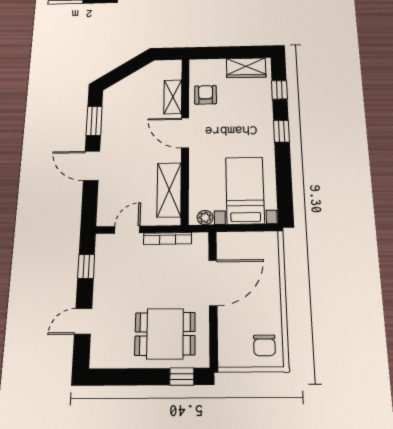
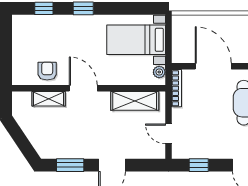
wardrobe: (246, 68) -> (21, 36), removed
armchair: (206, 95) -> (47, 71), turned 90
door: (185, 133) -> (83, 88), swing flipped
bookcase: (168, 239) -> (177, 88), moved

